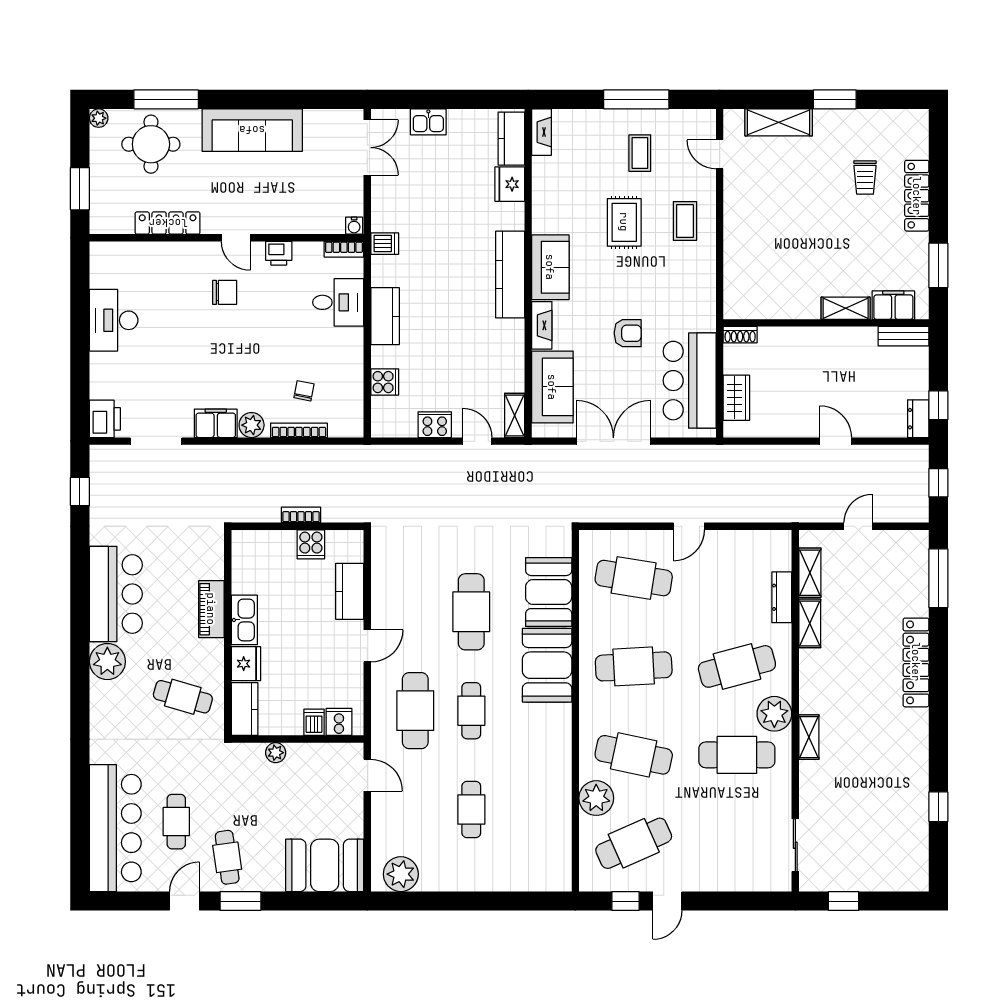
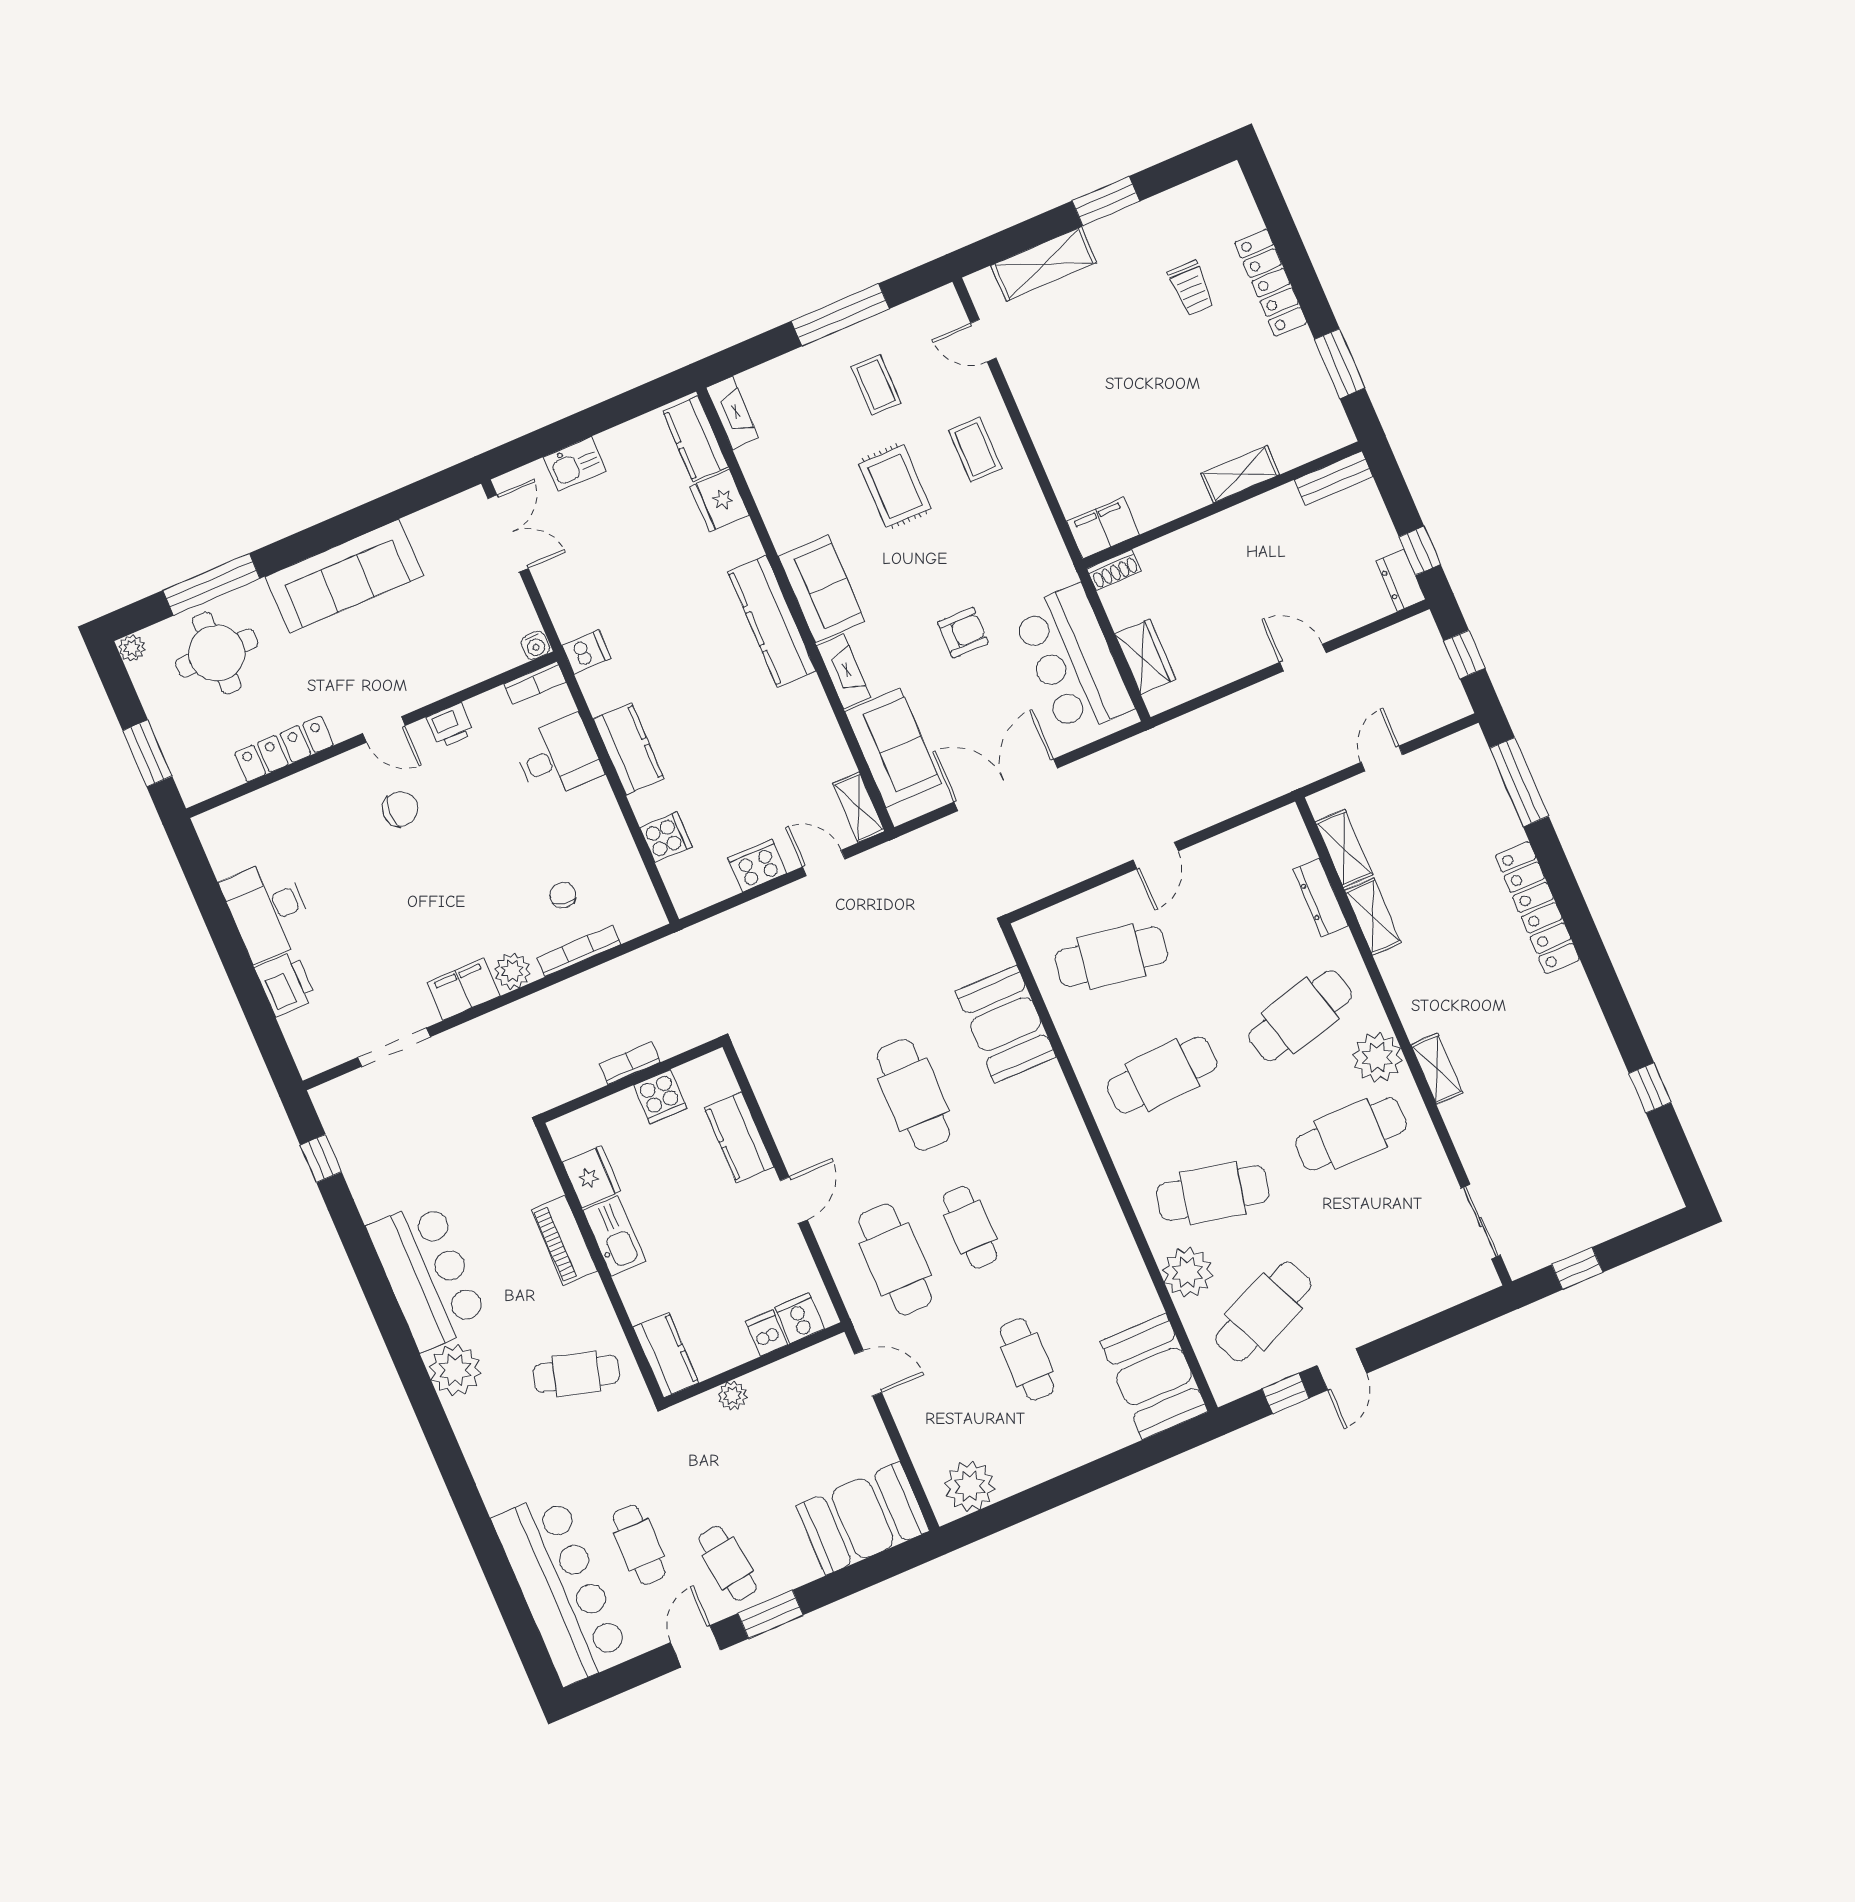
filing cabinet: (893, 305) -> (1103, 528), moved
printer: (105, 419) -> (285, 984), moved
fridge: (246, 664) -> (592, 1177), moved
booth: (547, 665) -> (1154, 1376), moved

